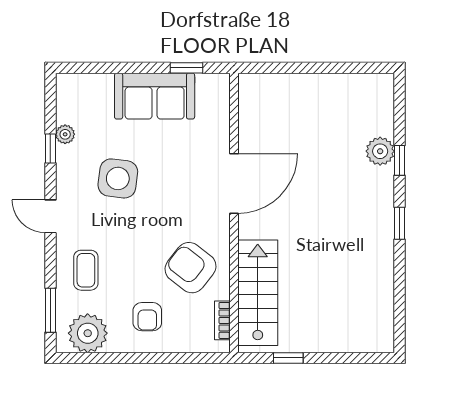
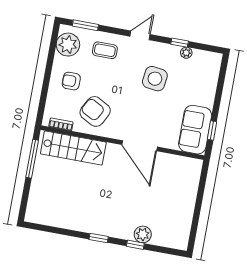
sofa: (155, 96) -> (195, 130), moved
armchair: (191, 268) -> (95, 111), turned -100
window: (288, 358) -> (32, 159), width x2.17

